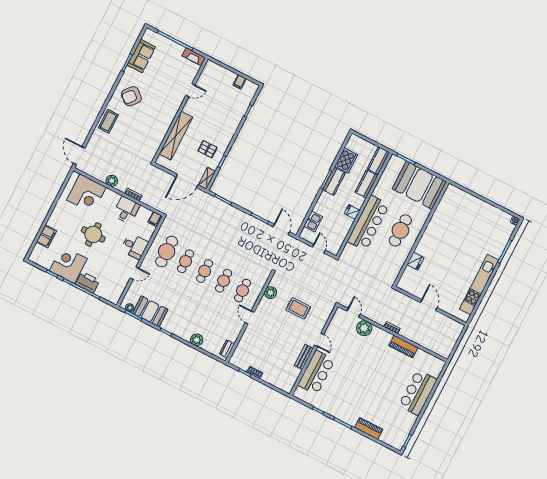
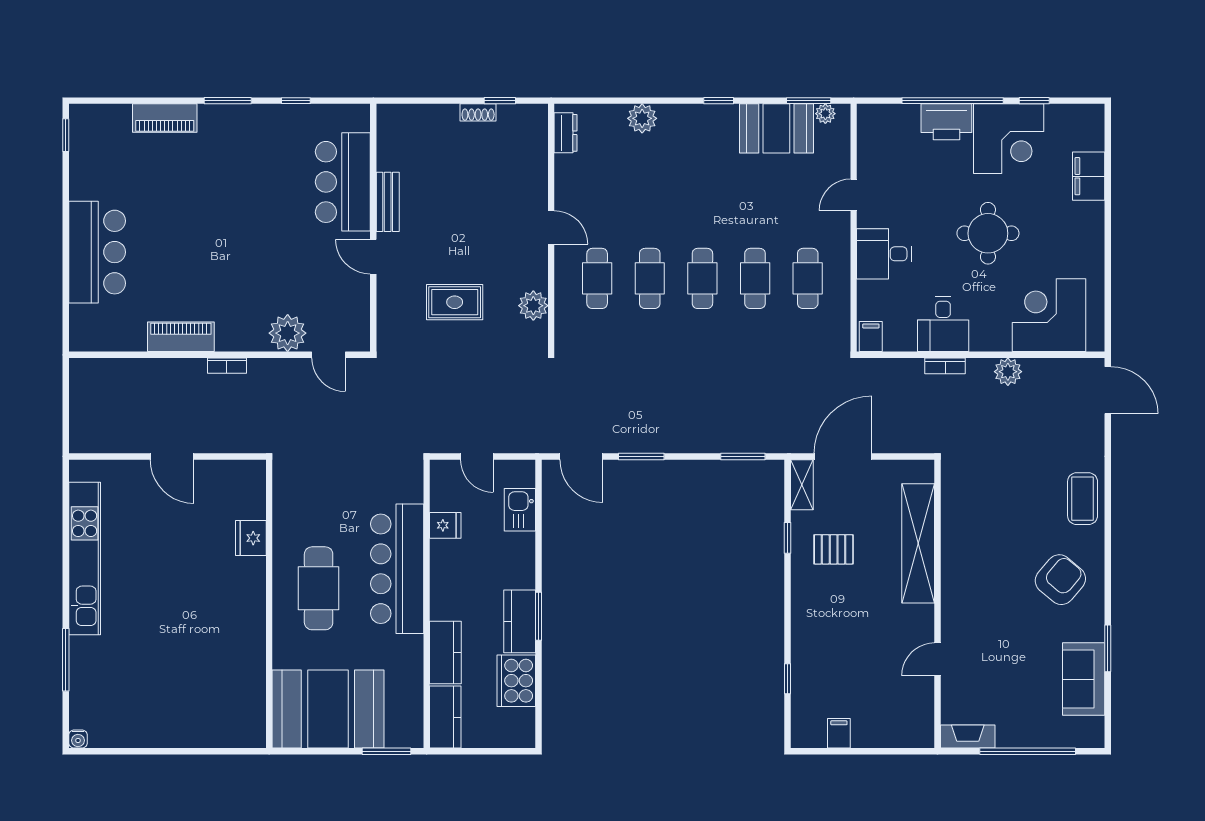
fridge: (352, 212) -> (445, 525), moved
cafe table: (167, 252) -> (808, 278), width x0.73, depth x0.74

